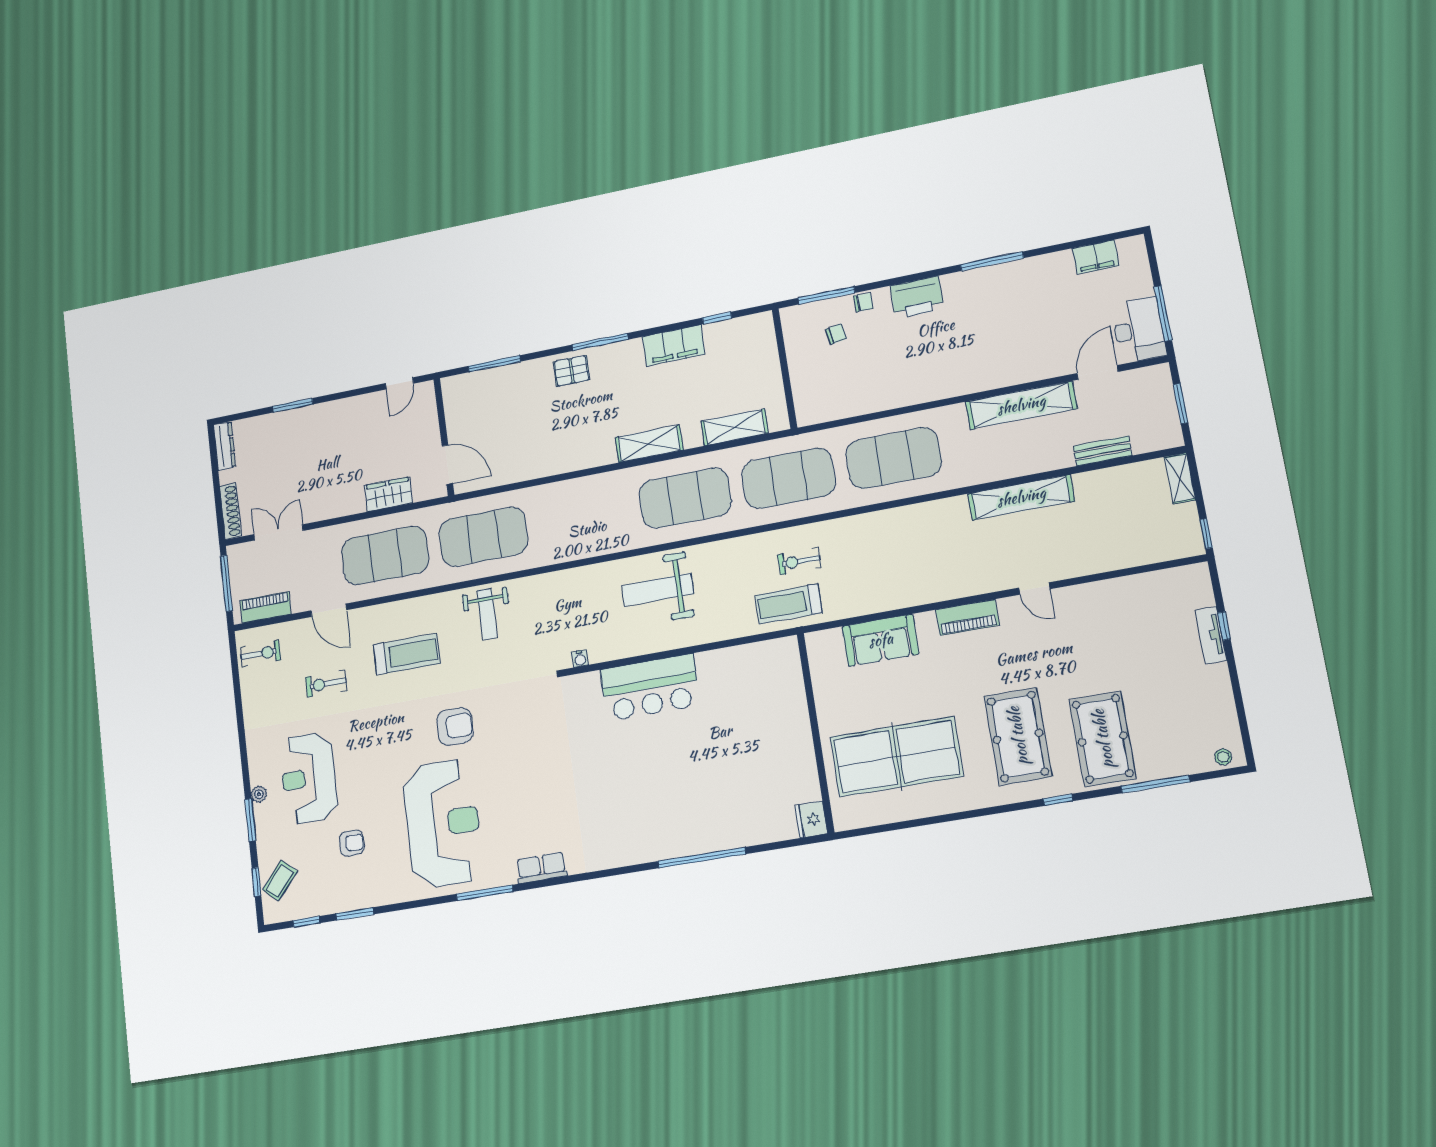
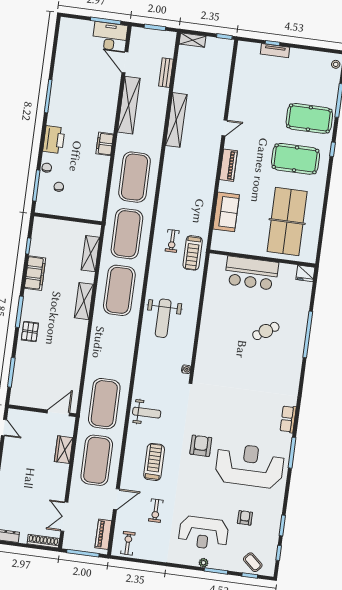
filing cabinet: (1096, 257) -> (105, 144), moved, turned 180
bar counter: (650, 687) -> (252, 273), moved, turned 90
cafe table: (687, 779) -> (266, 331), added

